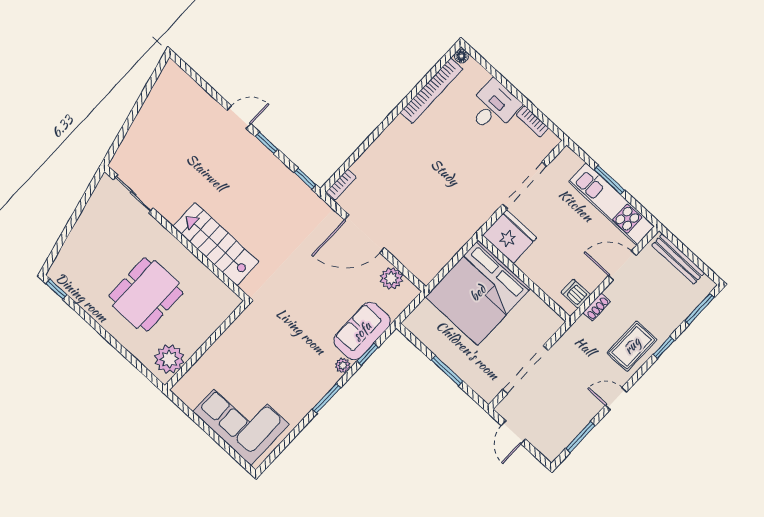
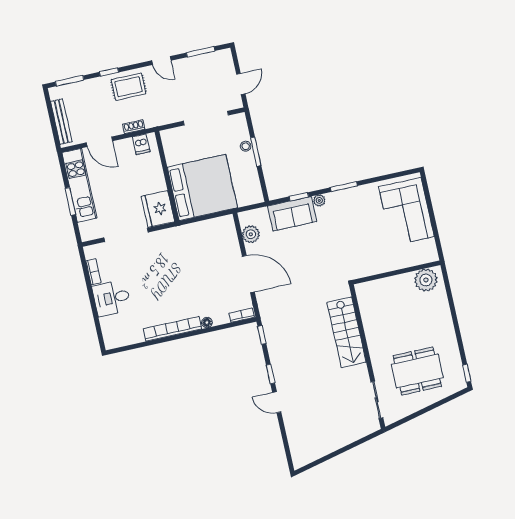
floor lamp: (461, 56) -> (207, 322), moved
bookcase: (431, 91) -> (172, 329), moved
dining table: (146, 294) -> (417, 371), moved
stool: (462, 369) -> (246, 146), added

